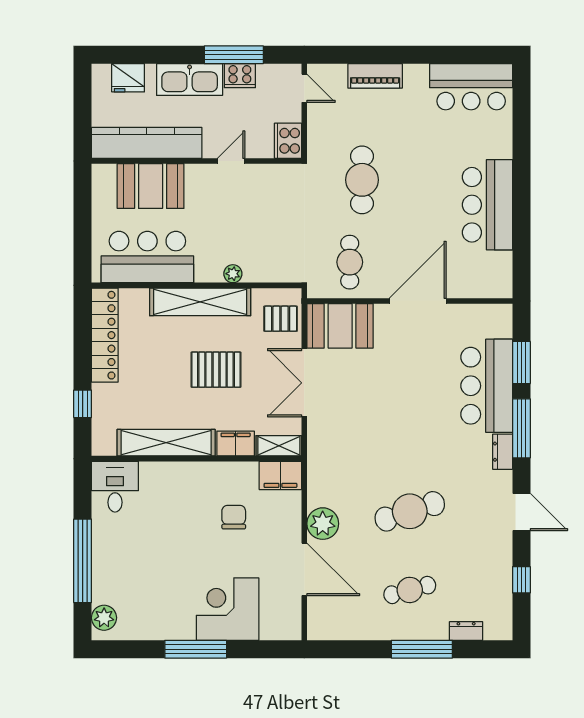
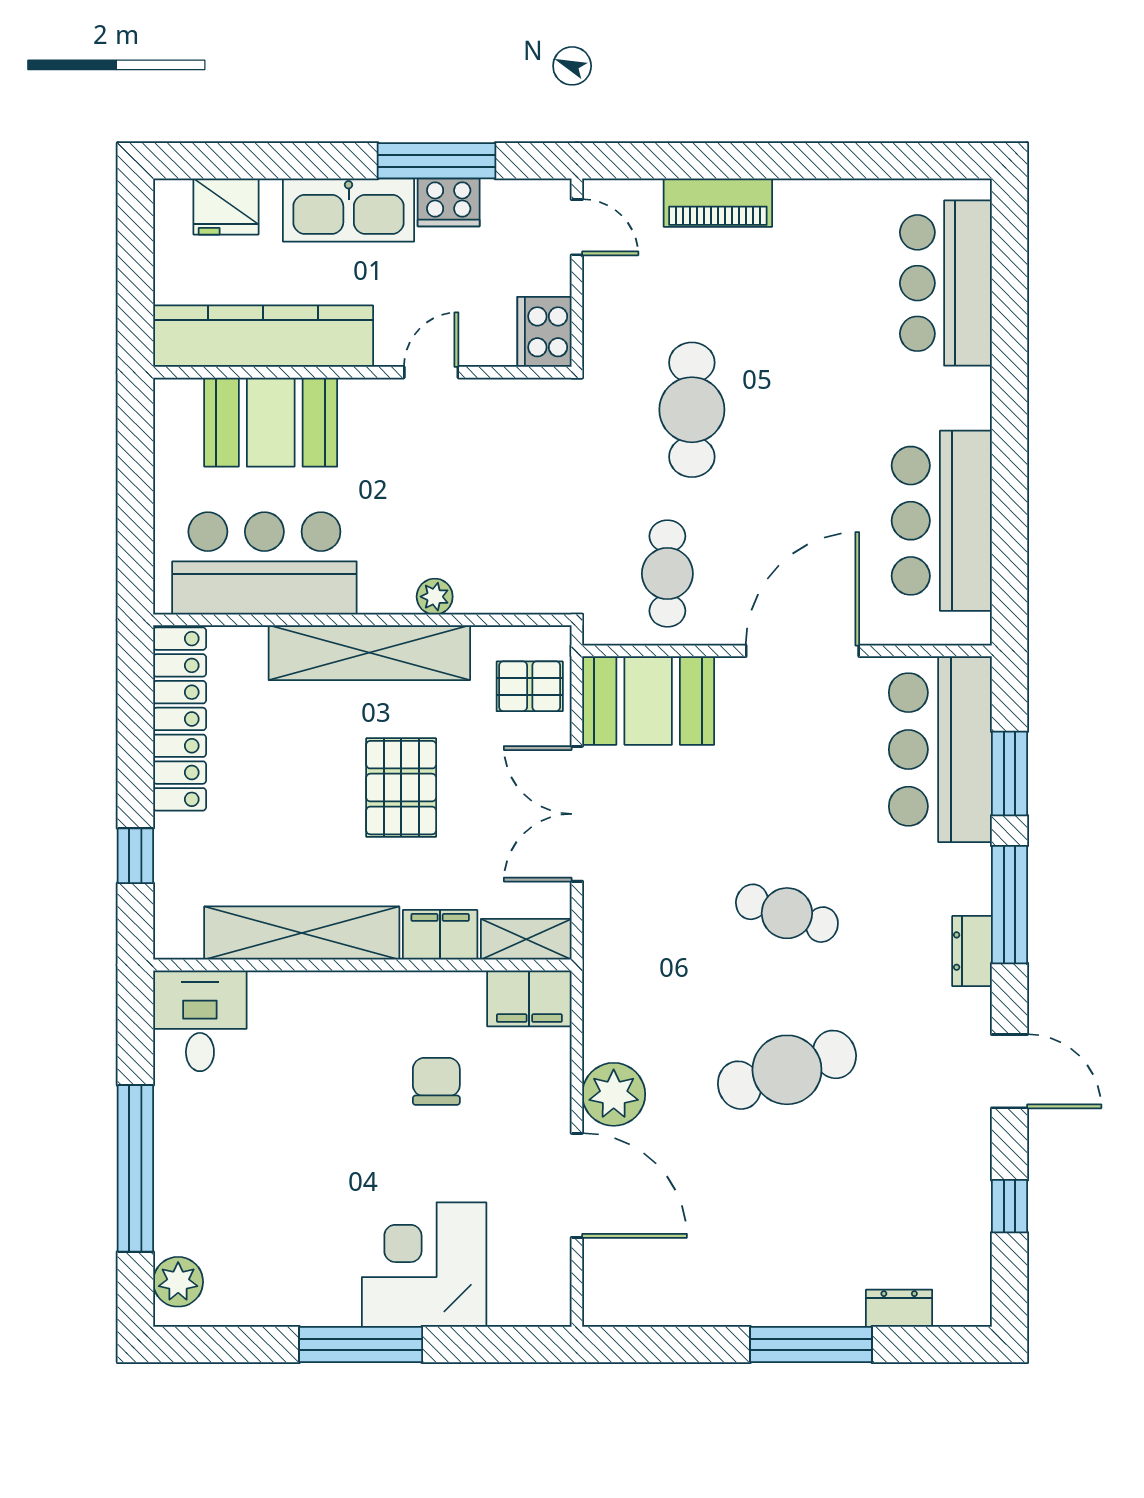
bar counter: (471, 87) -> (946, 283), moved, turned 90
bar counter: (487, 205) -> (942, 521), moved
pallet: (216, 370) -> (401, 788), turned 90
bar counter: (487, 386) -> (940, 749), moved
cafe table: (410, 590) -> (787, 913), moved, turned 33

